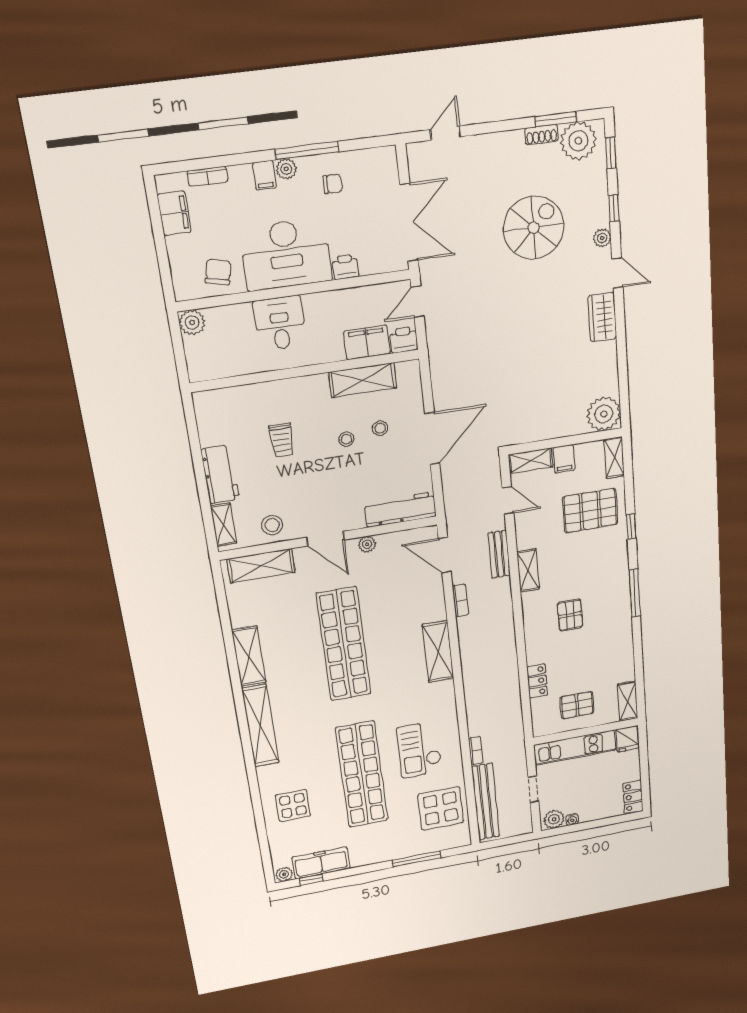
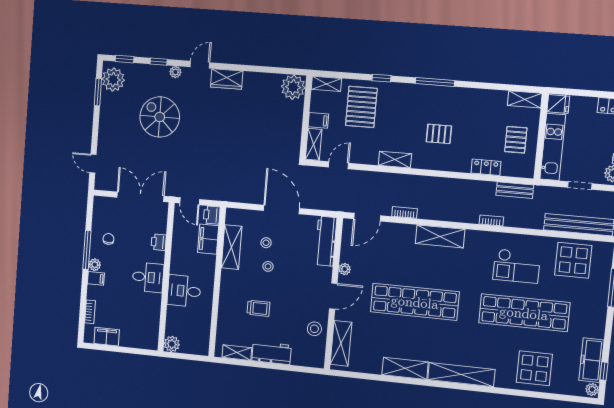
shoe rack: (542, 135) -> (105, 103), removed
desk: (286, 254) -> (148, 277), width x0.53, depth x0.77
chair: (218, 272) -> (145, 320), removed
shelving: (223, 525) -> (237, 353), moved
bench: (499, 554) -> (515, 190), moved
bookcase: (476, 751) -> (491, 221), moved
display table: (293, 805) -> (534, 368), width x1.36, depth x1.36

